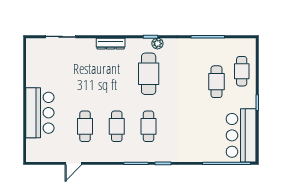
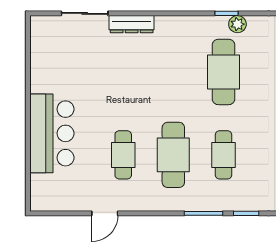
dresser: (111, 44) -> (132, 24), moved
cafe table: (117, 126) -> (173, 155), width x1.37, depth x1.35

